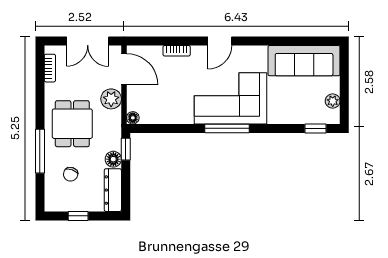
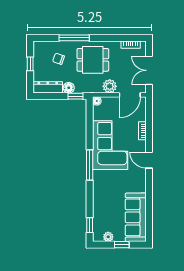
window: (344, 81) -> (122, 245), added
corner sofa: (230, 98) -> (110, 145), moved

